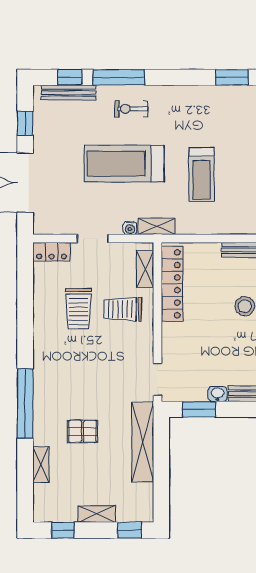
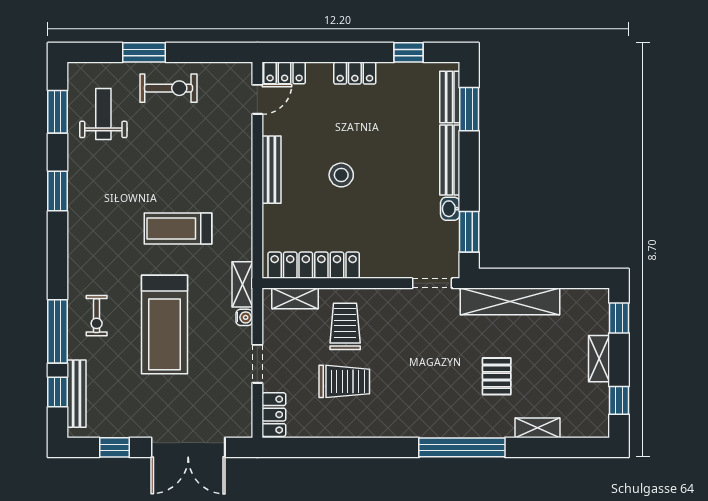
treadmill: (202, 175) -> (178, 229), turned 180
trolley: (123, 309) -> (345, 326), turned 180

